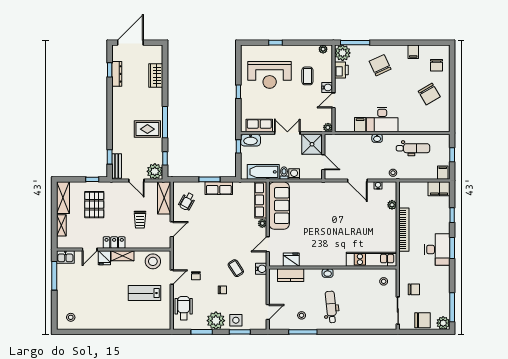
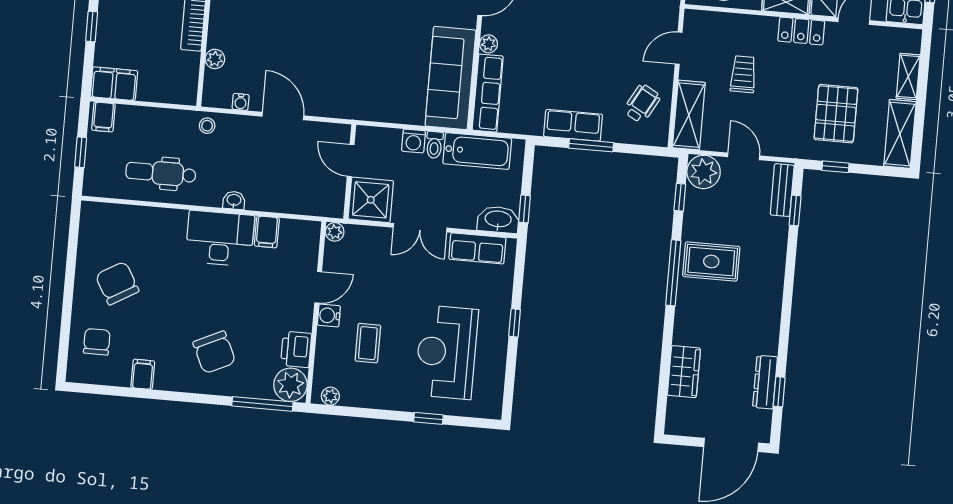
reception desk: (270, 75) -> (447, 352), turned -90

